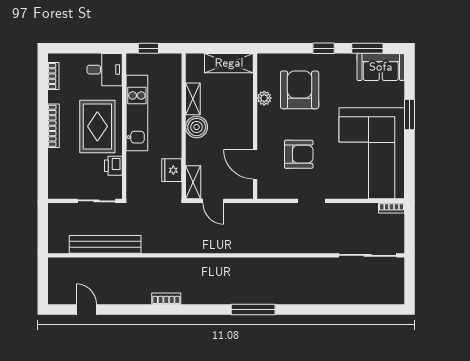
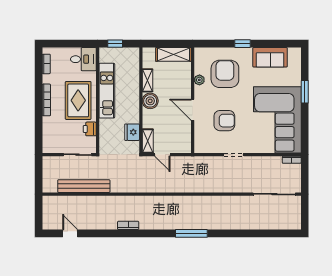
window: (367, 48) -> (274, 44), removed
sofa: (381, 67) -> (270, 57), moved
door: (255, 164) -> (193, 110), moved

